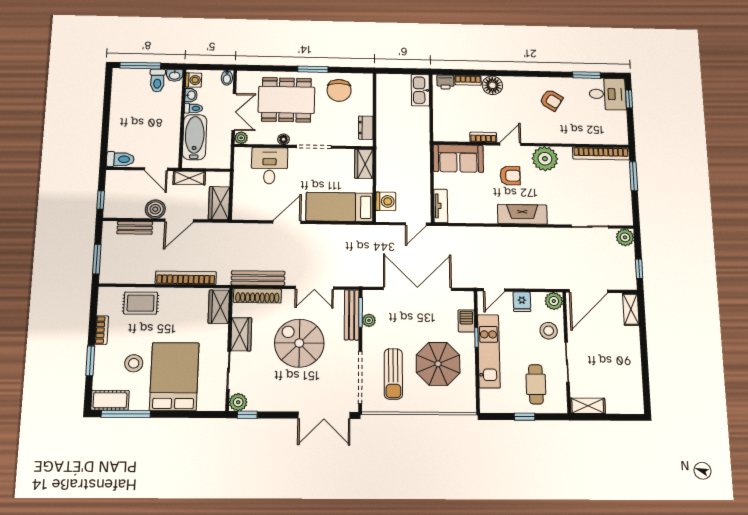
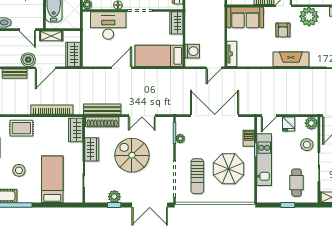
desk: (269, 166) -> (108, 26), width x1.37
armchair: (510, 176) -> (283, 30), turned 90
bench: (352, 315) -> (168, 135), removed
bed: (174, 376) -> (52, 179), width x0.67
plant: (238, 402) -> (114, 197), moved
window: (247, 415) -> (114, 205), moved

